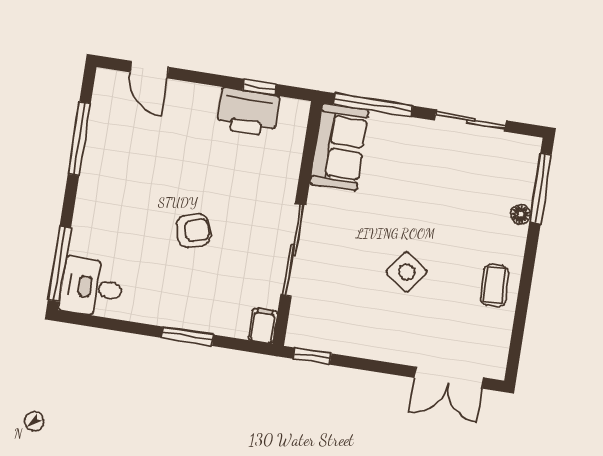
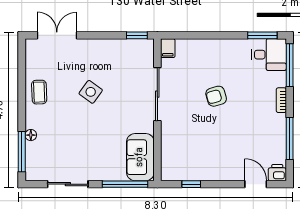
printer: (248, 112) -> (277, 173), moved, width x0.53, depth x0.68
bookcase: (83, 206) -> (281, 100), added
window: (187, 336) -> (262, 35), moved

